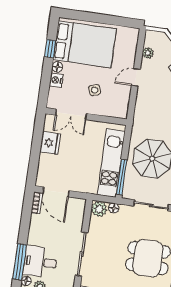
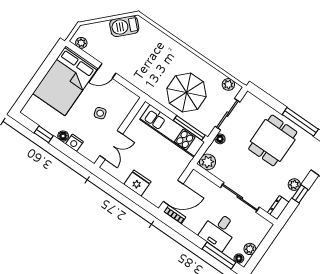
bed: (85, 44) -> (65, 81), moved, turned 180
plant: (148, 53) -> (81, 43), moved
door: (136, 77) -> (107, 71), hinge flipped
fridge: (50, 143) -> (137, 183), moved
floor lamp: (114, 208) -> (220, 139), moved
desk: (40, 262) -> (219, 231), moved

